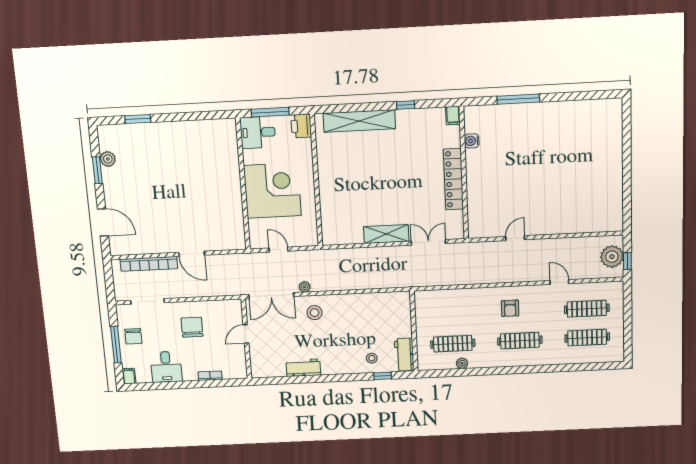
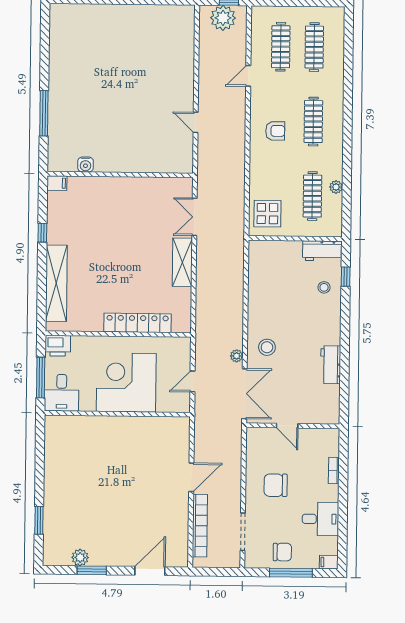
locker: (453, 179) -> (138, 323), moved, turned 180
display table: (435, 306) -> (267, 214), added

